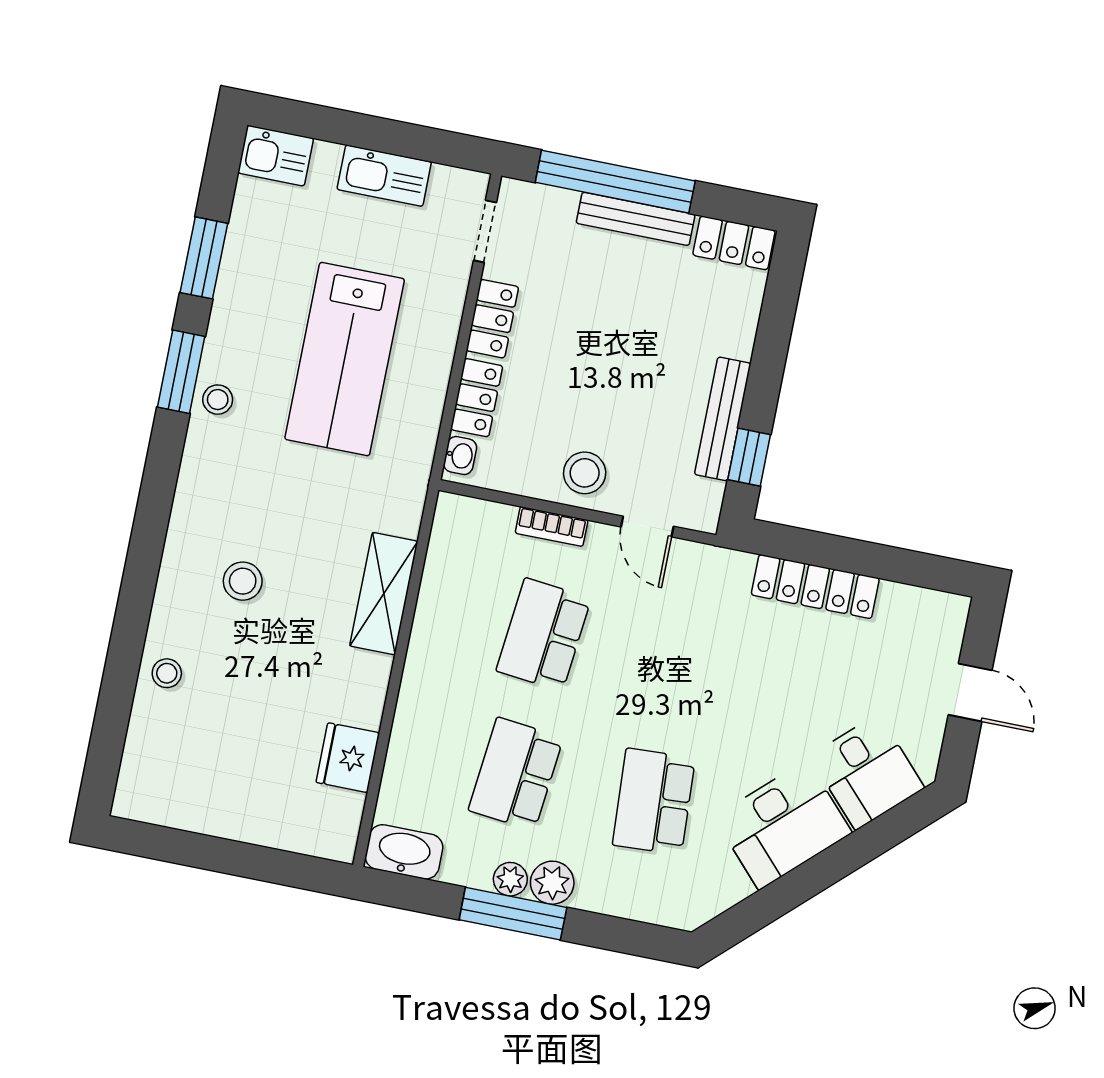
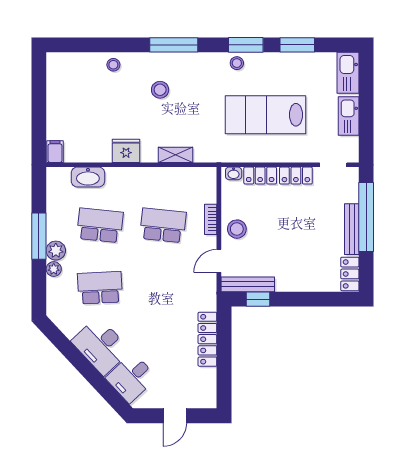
kitchen sink: (276, 156) -> (348, 73), width x1.38
bench: (723, 419) -> (248, 284), moved
window: (149, 531) -> (174, 45), added
shelving: (384, 594) -> (175, 155), width x0.67, depth x0.75
fridge: (348, 758) -> (126, 151), moved
filing cabinet: (333, 841) -> (55, 152), added
washbasin: (404, 852) -> (88, 177), moved, turned 90
plant: (510, 879) -> (54, 269), moved

